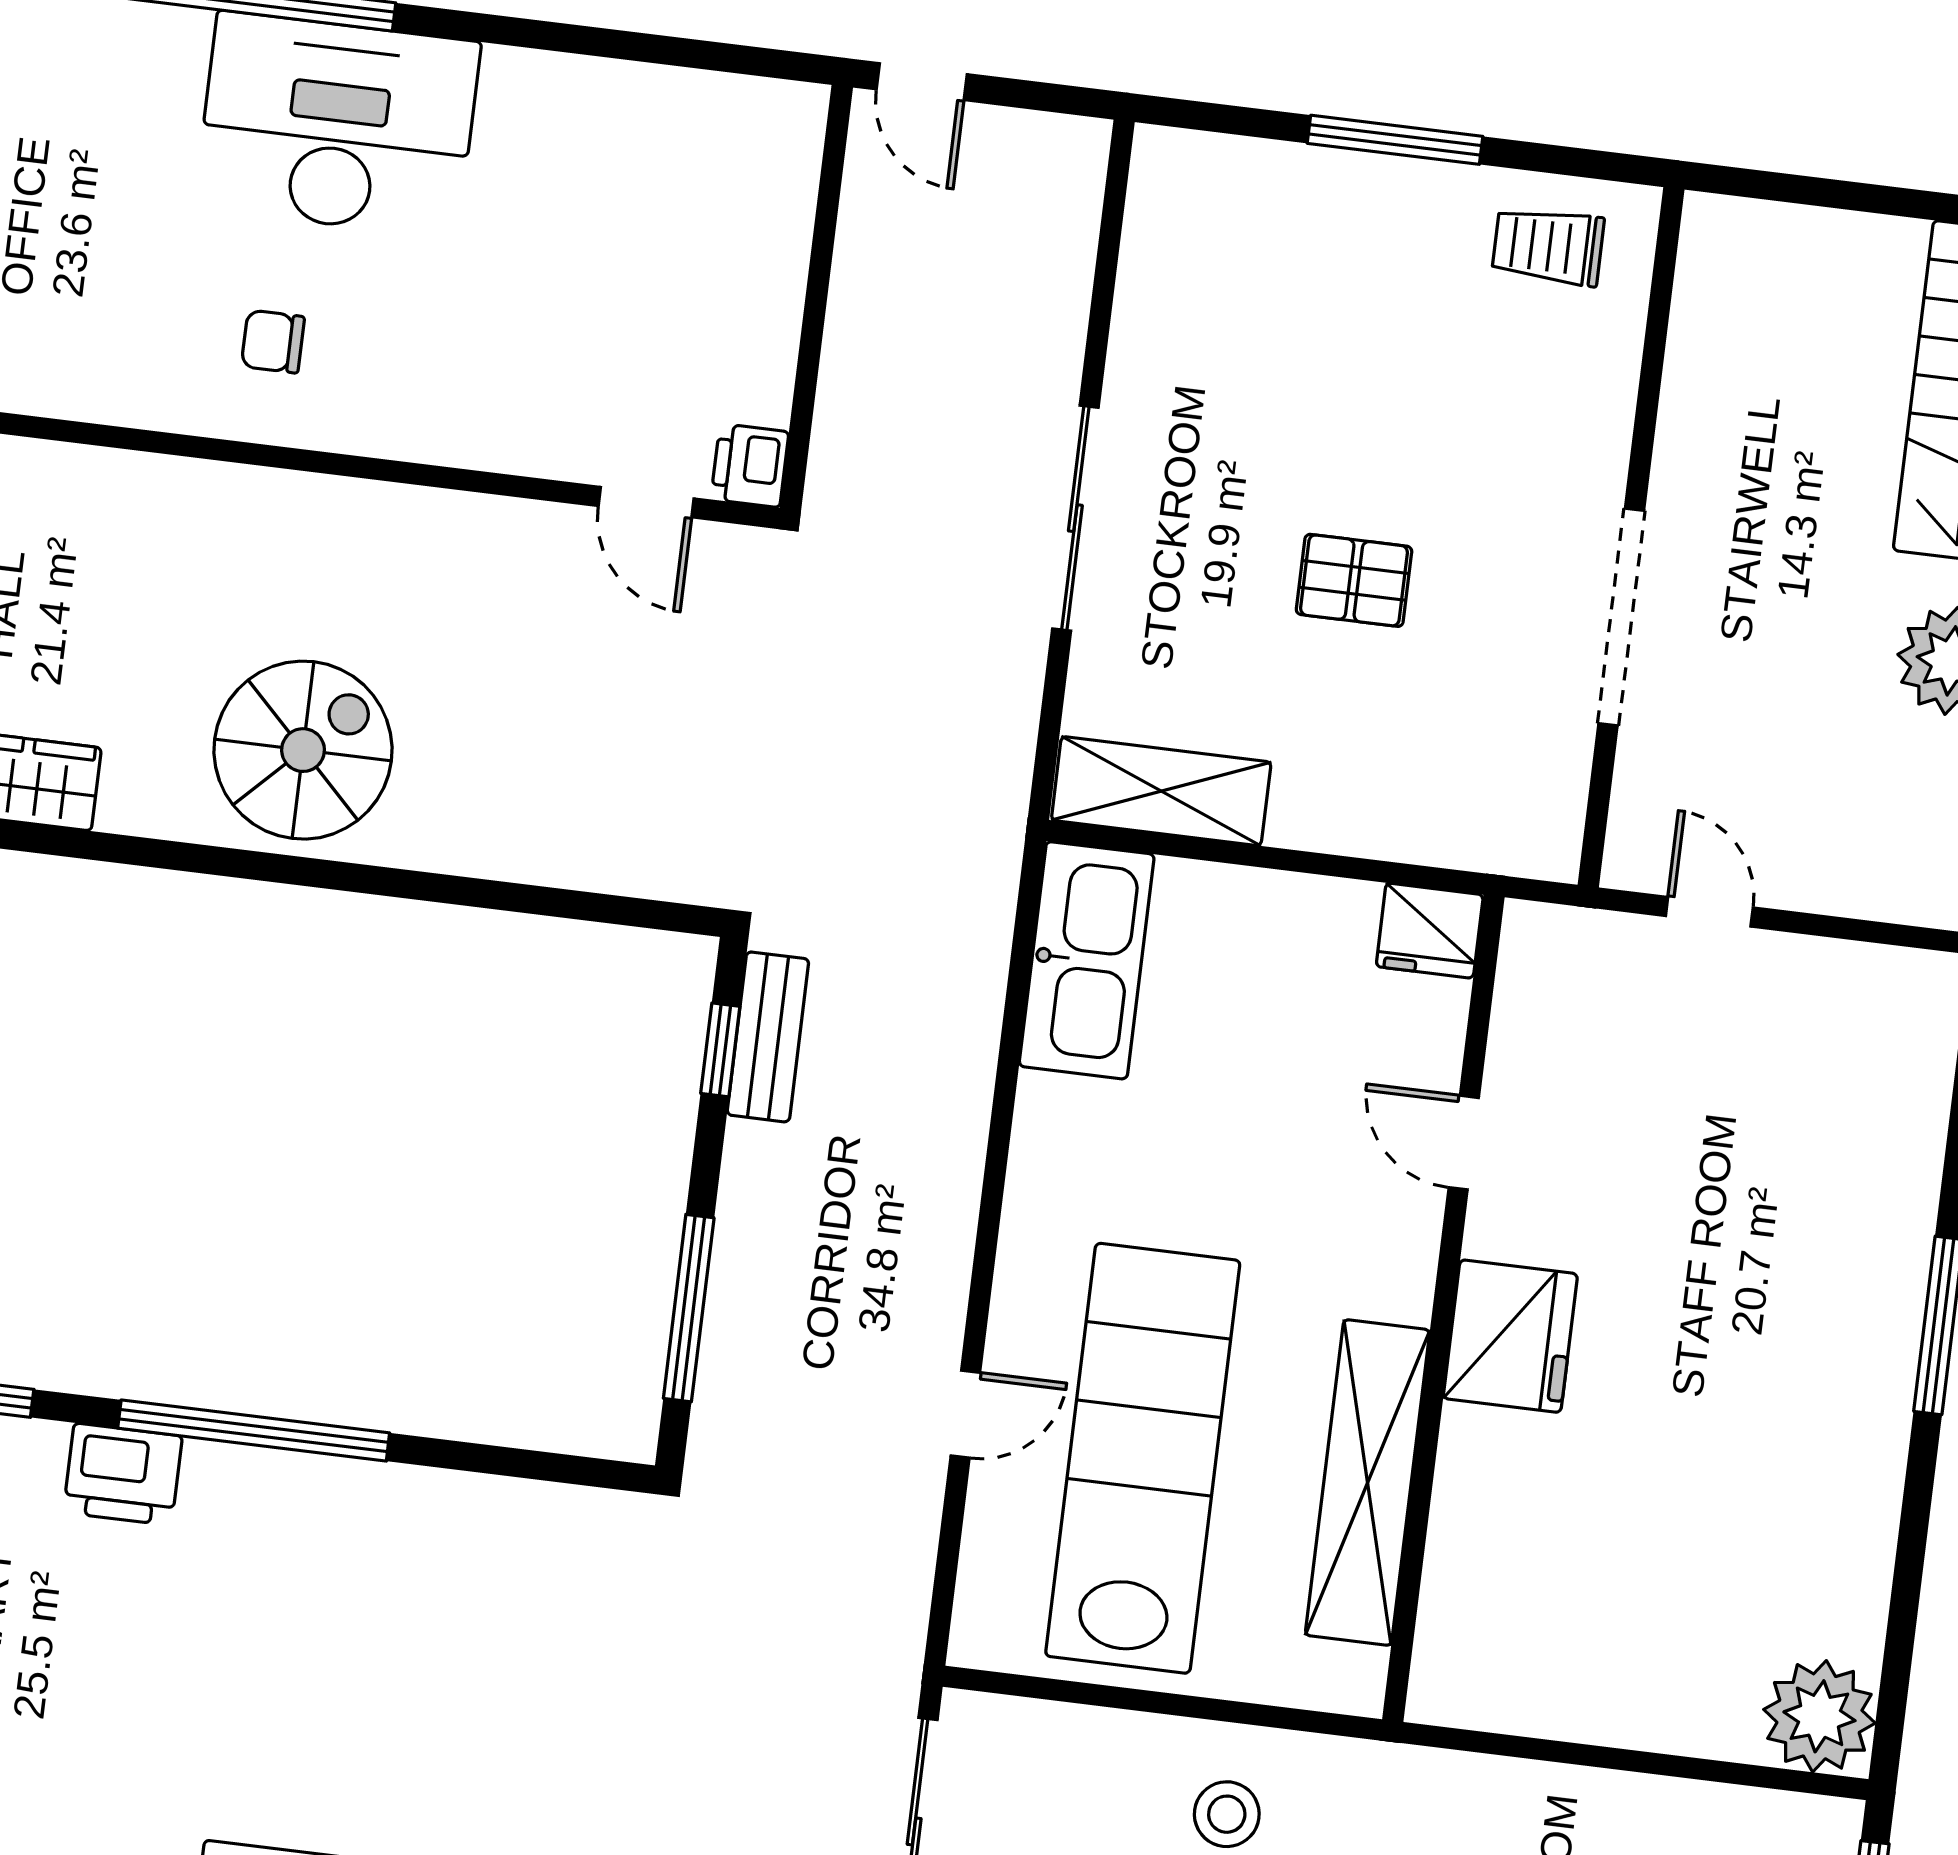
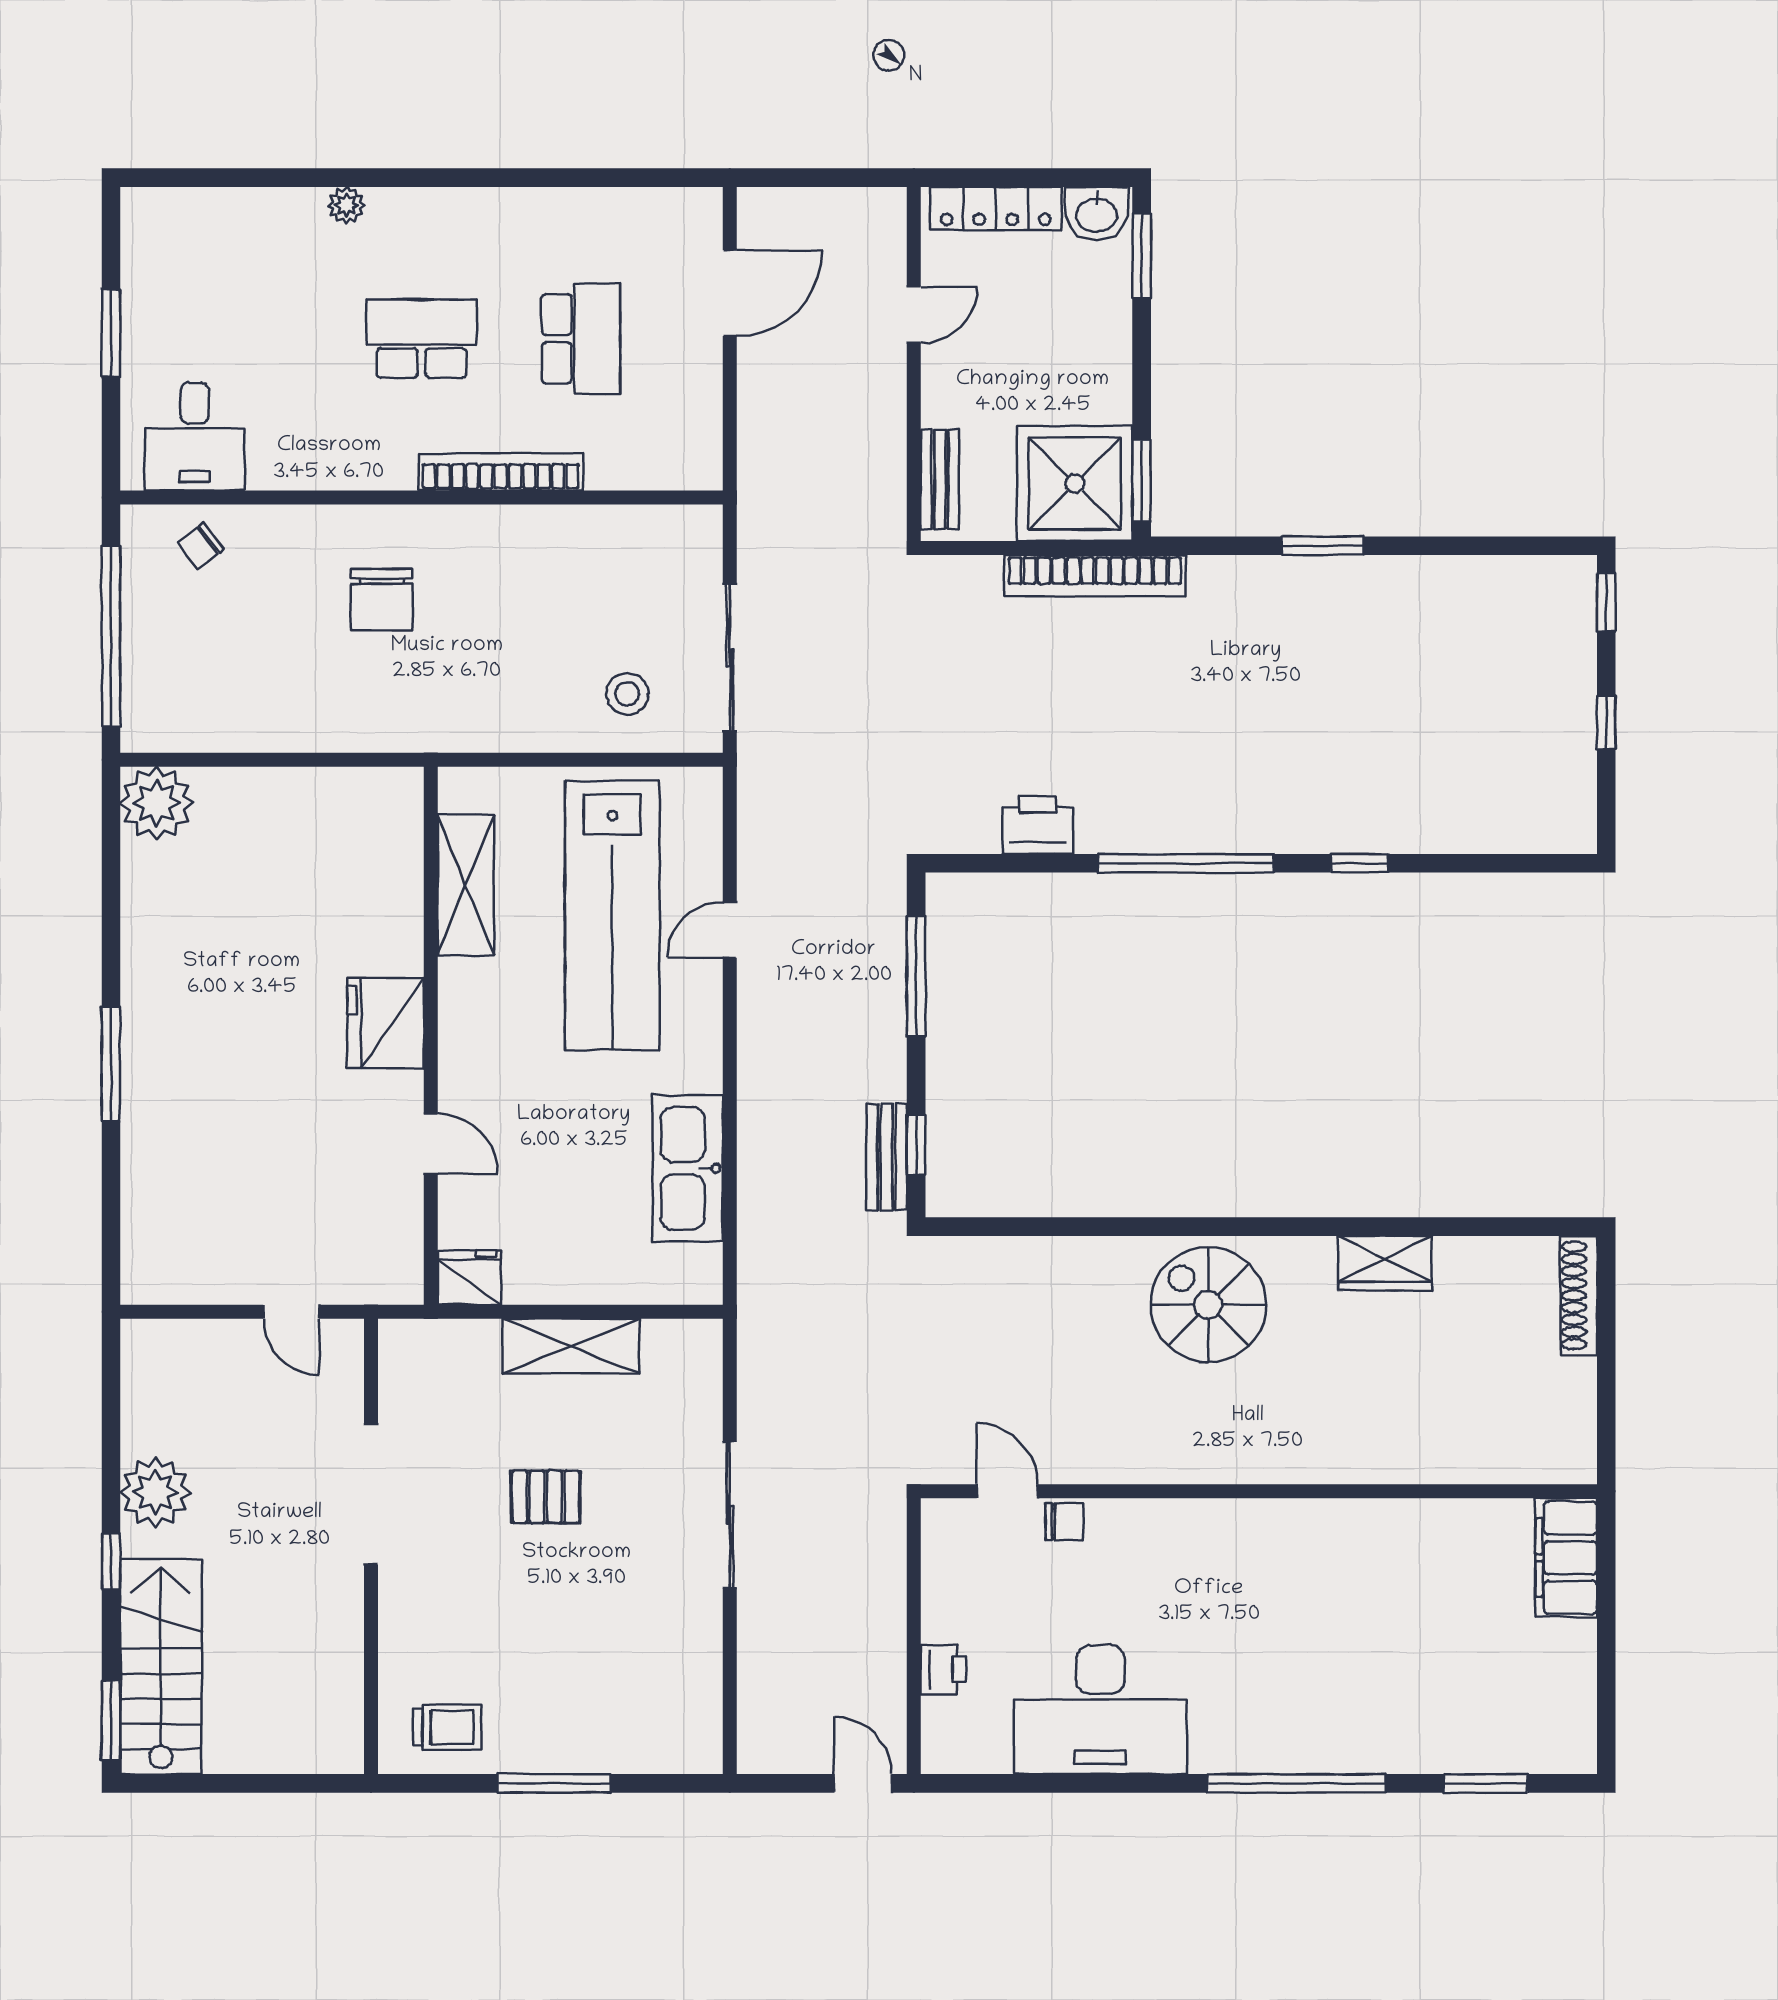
desk: (338, 125) -> (1100, 1710), moved
chair: (273, 342) -> (1064, 1522), moved
printer: (750, 466) -> (943, 1670), moved
spiral stairs: (303, 750) -> (1208, 1305), turned 90
shelving: (1161, 791) -> (571, 1346), moved
kitchen sink: (1087, 960) -> (688, 1168), moved
printer: (123, 1474) -> (1038, 825), moved
shelving: (1368, 1483) -> (466, 885), width x0.68
stool: (1227, 1814) -> (627, 694), moved

